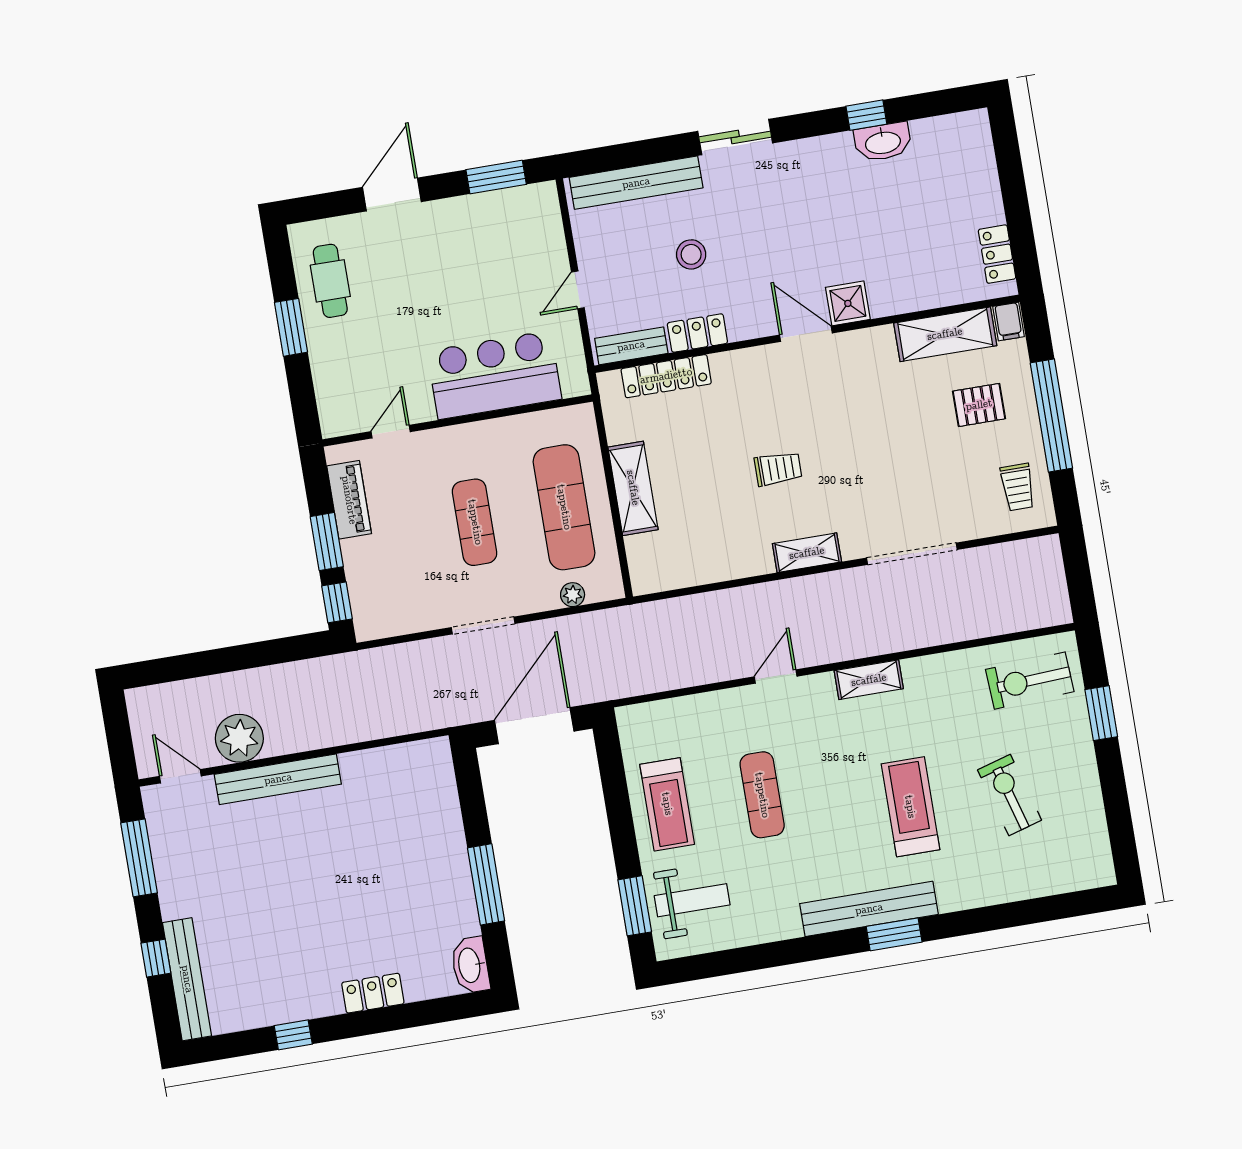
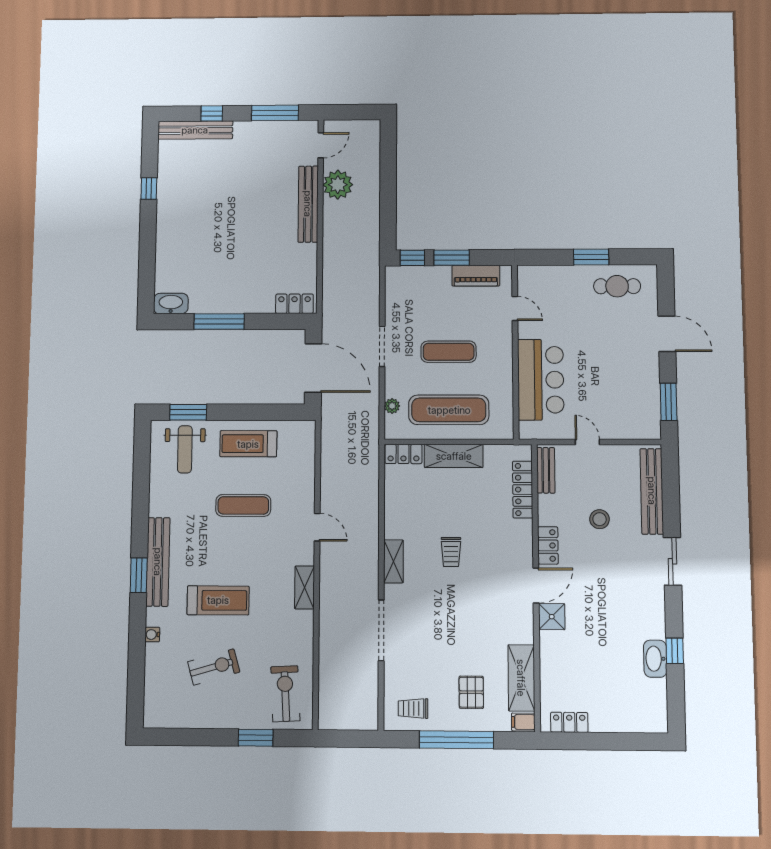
locker: (697, 333) -> (548, 545), moved
locker: (643, 565) -> (403, 454), added
water cooler: (978, 897) -> (152, 635), added
locker: (373, 993) -> (294, 304), moved, turned -90

